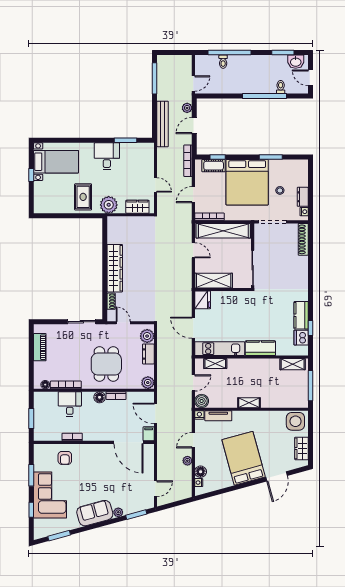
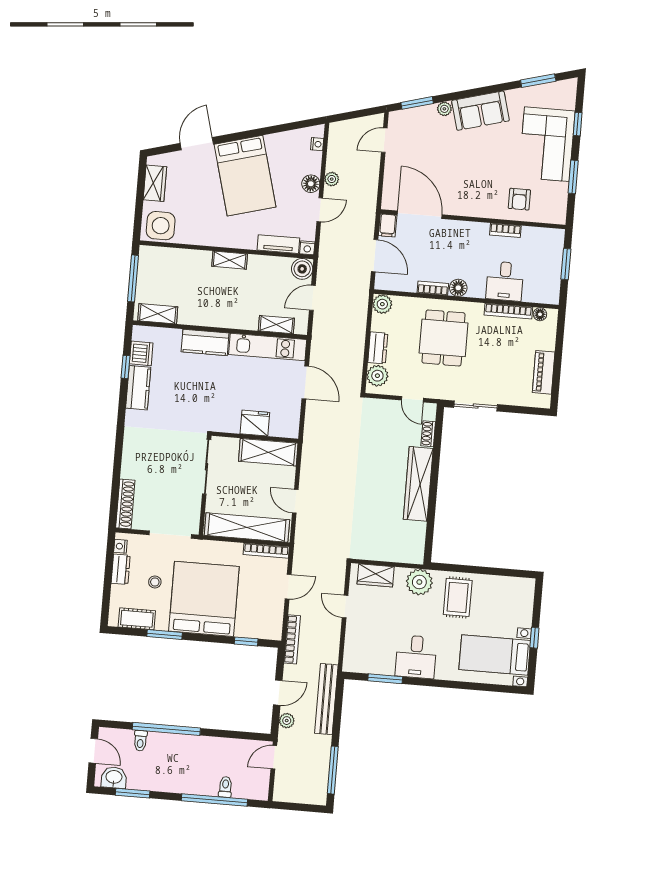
cot: (214, 166) -> (137, 619), moved
fridge: (203, 300) -> (255, 423), moved, turned 90
armchair: (65, 458) -> (519, 199), turned 180
floor lamp: (201, 472) -> (311, 184), moved

